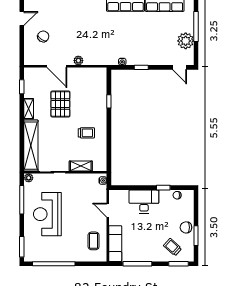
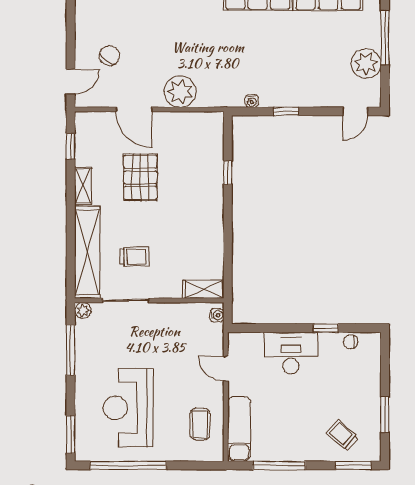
door: (22, 19) -> (71, 82), moved
plant: (78, 61) -> (180, 92), width x1.88, depth x1.88
door: (180, 67) -> (355, 111), hinge flipped
trolley: (86, 133) -> (134, 257), moved
shelving: (81, 166) -> (203, 289), moved
reception desk: (47, 214) -> (128, 408), moved
chair: (186, 227) -> (367, 400), removed

